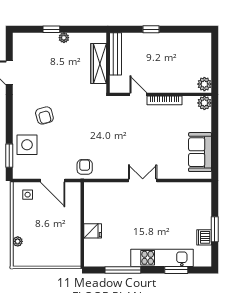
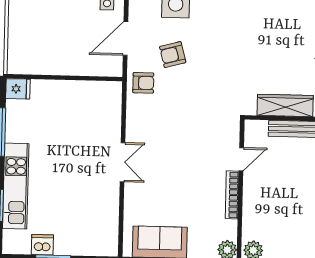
armchair: (44, 115) -> (173, 55), moved
fridge: (93, 231) -> (18, 89), moved, turned -90

